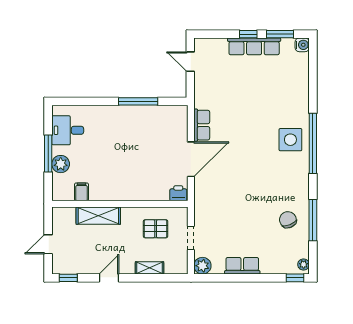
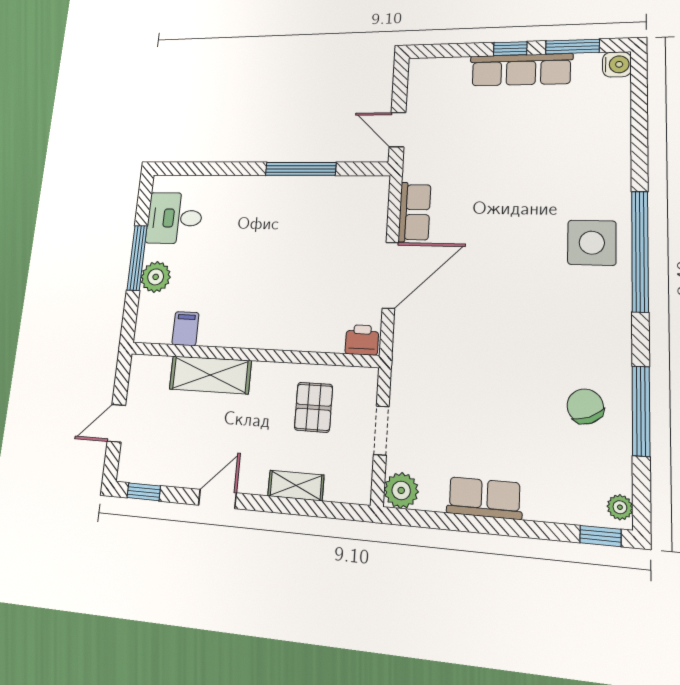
door: (190, 62) -> (398, 130), moved
pallet: (156, 229) -> (314, 407), turned 90

